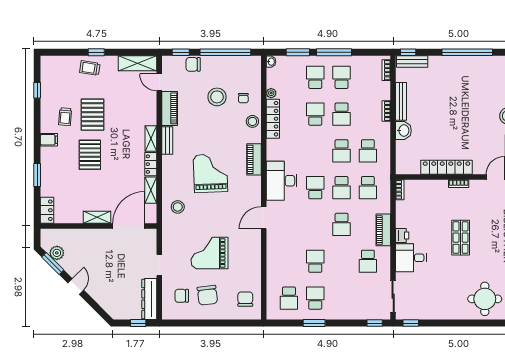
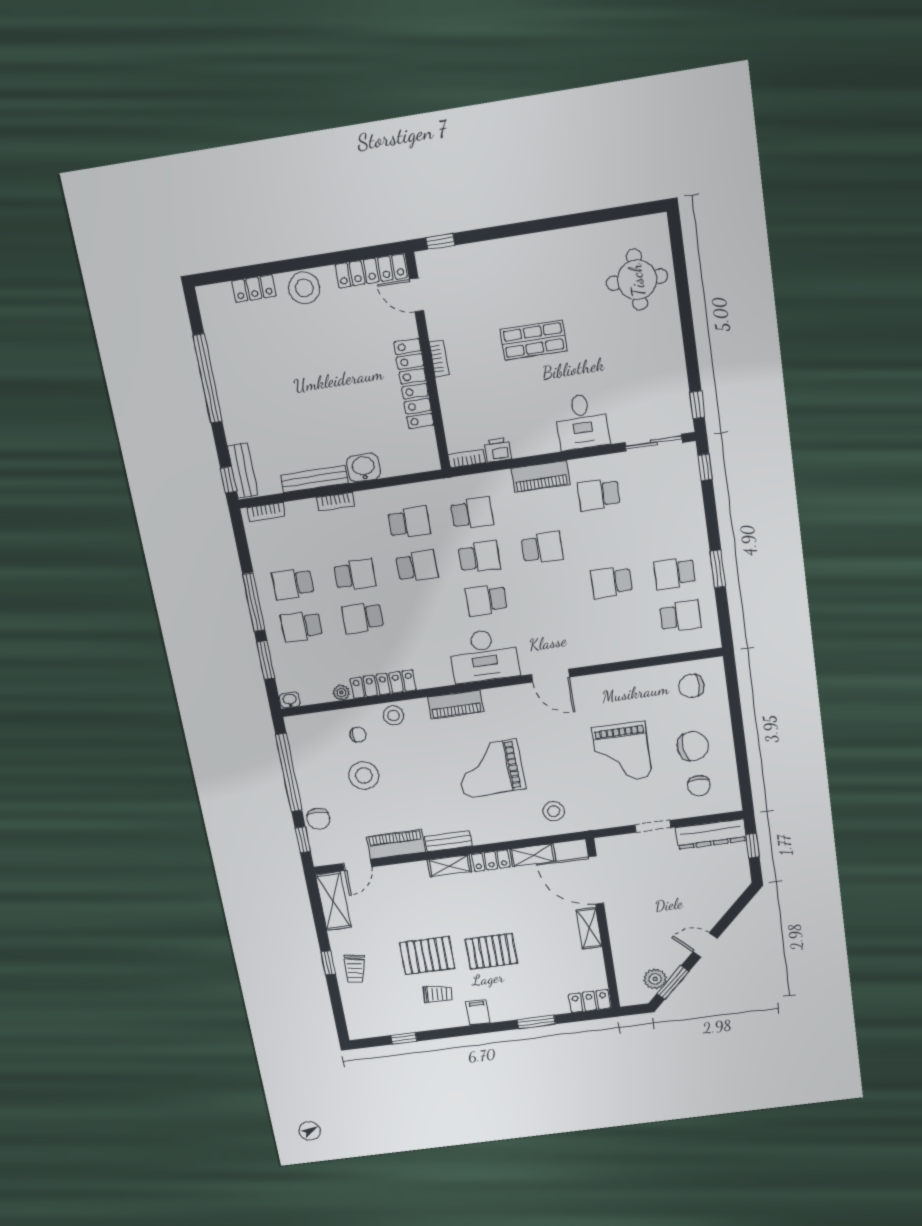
printer: (402, 236) -> (498, 450), moved
school desk: (368, 261) -> (599, 495), turned 180

